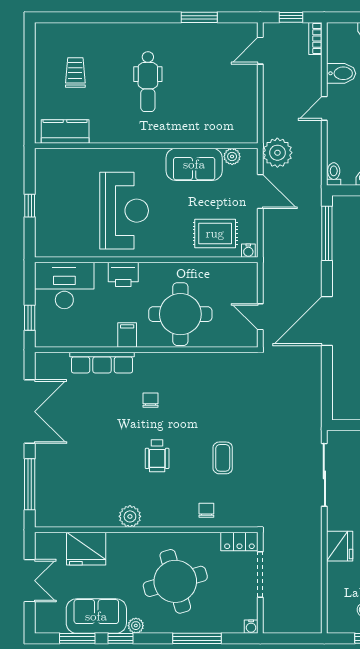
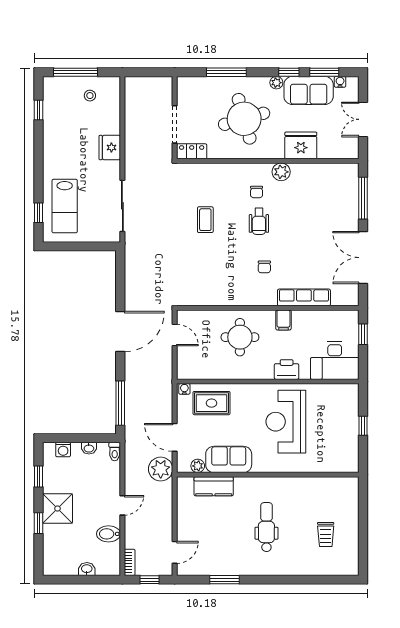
kitchen counter: (65, 132) -> (214, 486), moved
round table: (180, 314) -> (240, 337), width x0.73, depth x0.73
wheelchair: (157, 456) -> (259, 221), turned 180
chair: (206, 510) -> (257, 192), moved
fridge: (86, 549) -> (301, 145), moved
water cooler: (251, 627) -> (340, 82), moved

